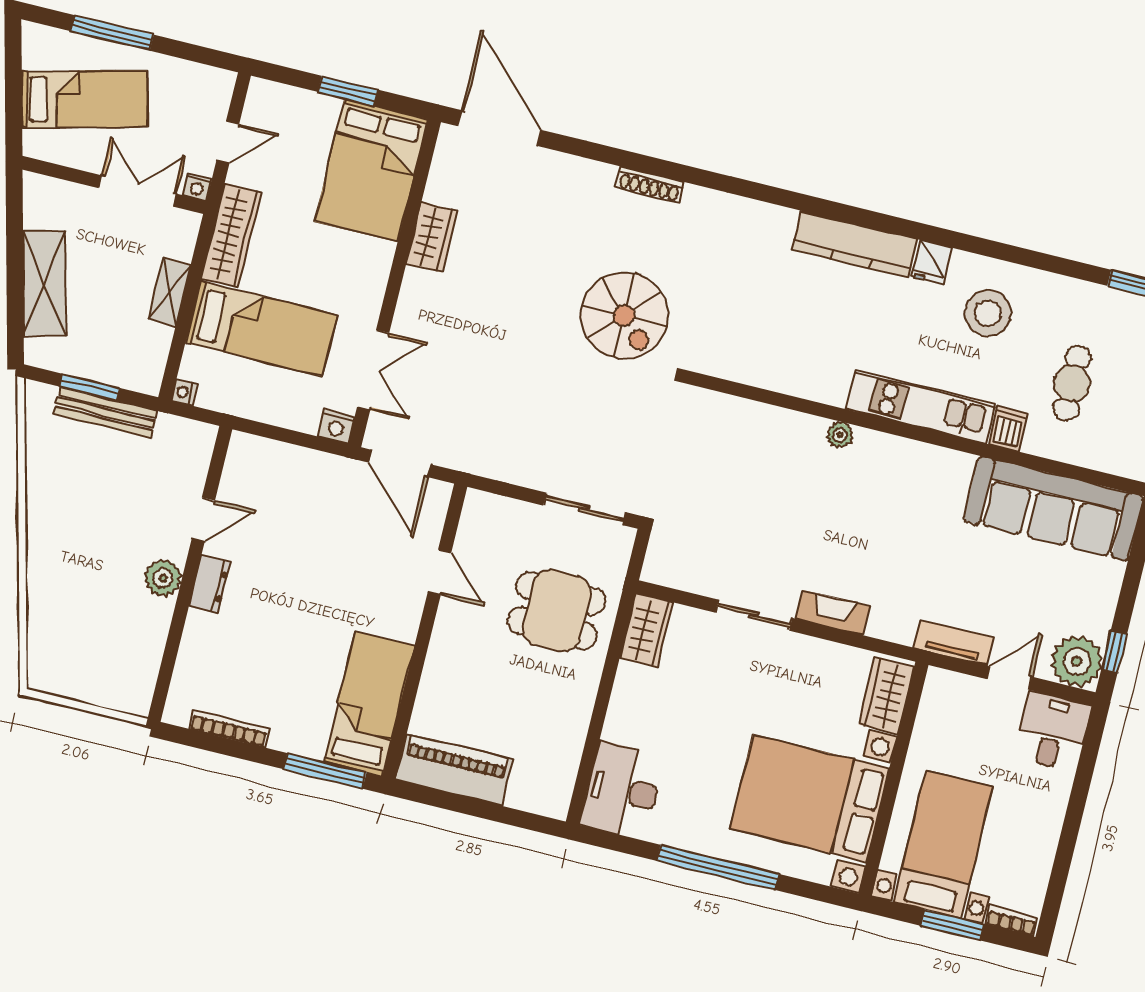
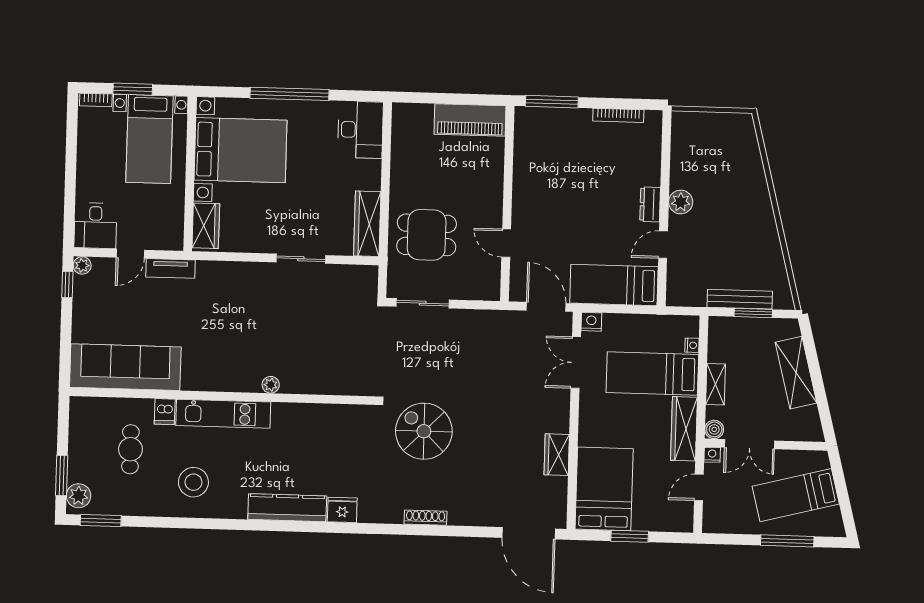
boiler: (186, 224) -> (714, 429), added
fridge: (932, 262) -> (342, 510), moved, width x1.38
nightstand: (184, 392) -> (692, 345), moved
fireplace: (833, 613) -> (251, 271), removed
wardrobe: (646, 630) -> (367, 224), width x1.50
plant: (1077, 661) -> (82, 265), width x0.53, depth x0.53
bed: (369, 704) -> (614, 285), moved, turned 90

